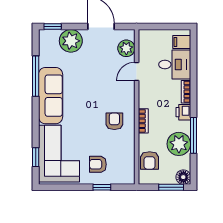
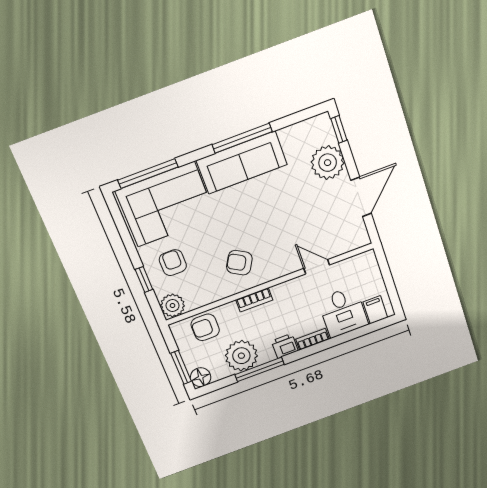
plant: (126, 48) -> (173, 306), moved
window: (36, 76) -> (242, 138), moved
armchair: (114, 121) -> (239, 263), turned -150
window: (36, 157) -> (148, 174), width x2.17

